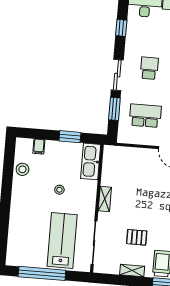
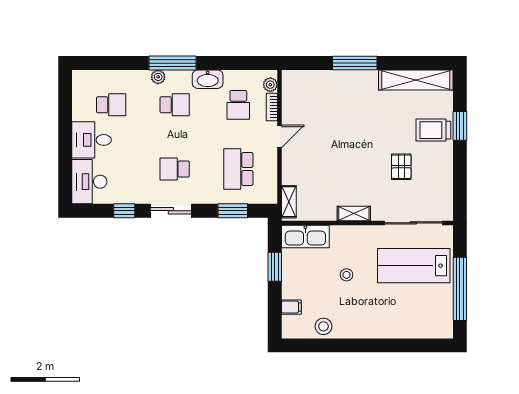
sliding door: (117, 75) -> (171, 211), moved
shelving: (132, 270) -> (289, 202), moved

